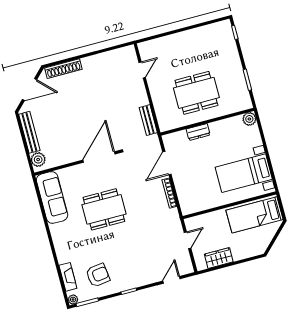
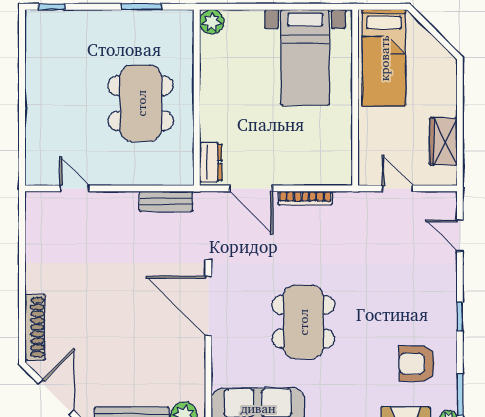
dresser: (198, 132) -> (211, 162), moved
armchair: (98, 275) -> (417, 364), turned -83

